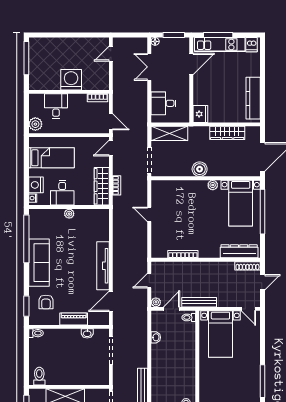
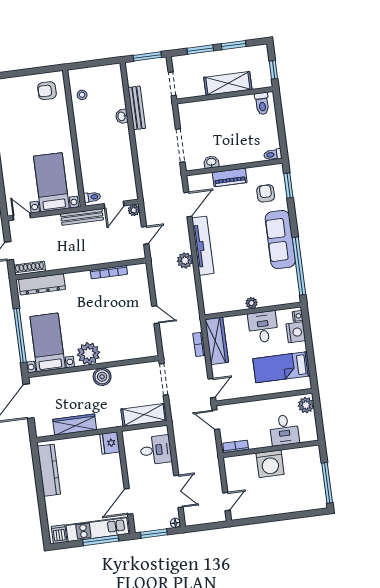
plant: (213, 185) -> (89, 354), width x1.88, depth x1.88
plant: (119, 256) -> (185, 260), added
washbasin: (156, 337) -> (122, 116), moved

